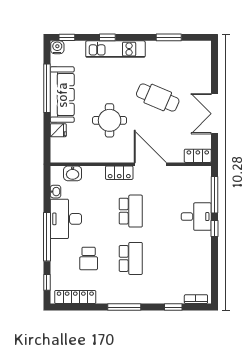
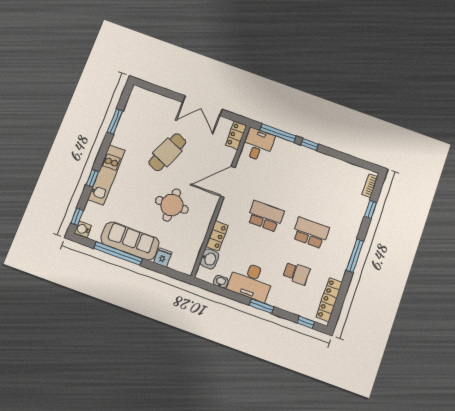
locker: (119, 173) -> (217, 236), moved
desk: (196, 217) -> (258, 145), moved
window: (47, 237) -> (261, 306), width x0.47

